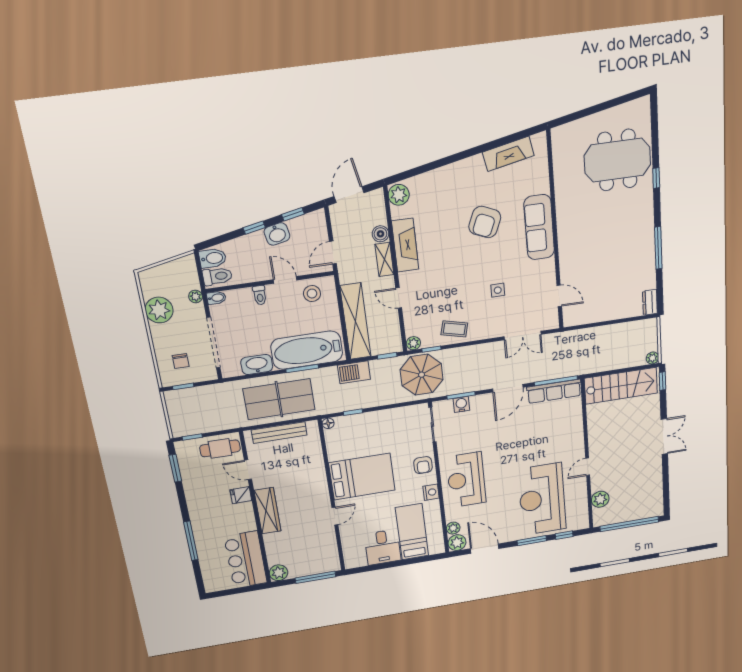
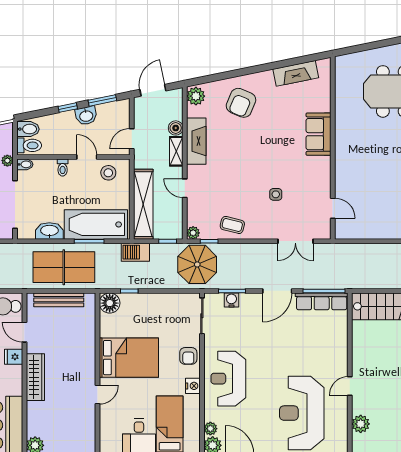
window: (293, 214) -> (102, 100), width x1.50
armchair: (485, 222) -> (241, 103), moved
sofa: (539, 227) -> (319, 134), width x0.73
floor lamp: (328, 423) -> (110, 303), width x1.89, depth x1.89

